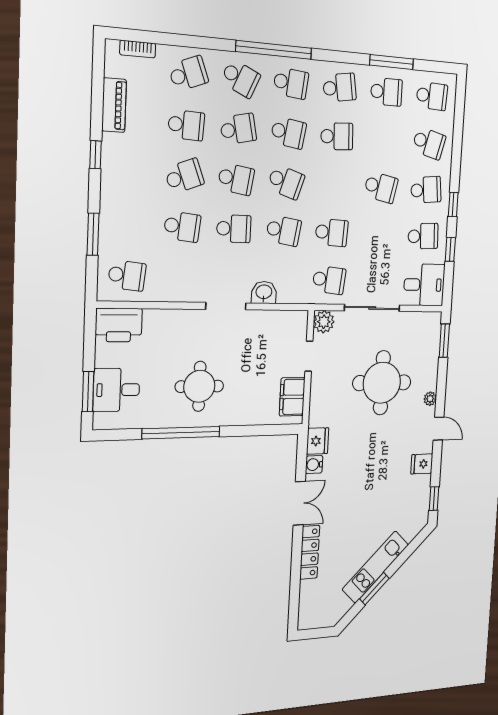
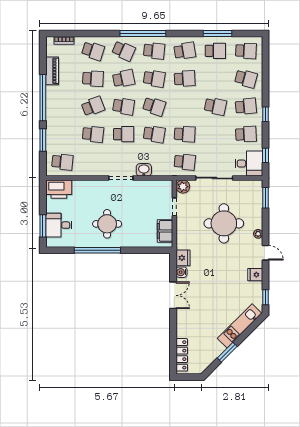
school desk: (188, 74) -> (93, 51), turned 39
window: (96, 155) -> (43, 98), width x3.17
window: (450, 249) -> (266, 155), moved
locker: (310, 552) -> (182, 355), moved
kitchen unit: (375, 567) -> (240, 326), moved

